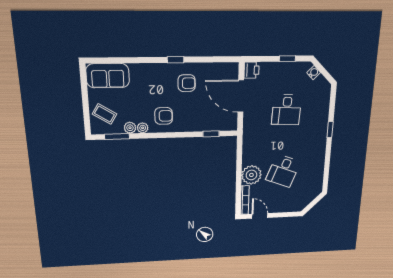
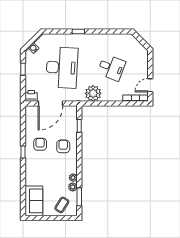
desk: (287, 110) -> (62, 68), width x1.87, depth x1.30
armchair: (164, 116) -> (63, 146), moved
plant: (251, 175) -> (93, 93), moved

